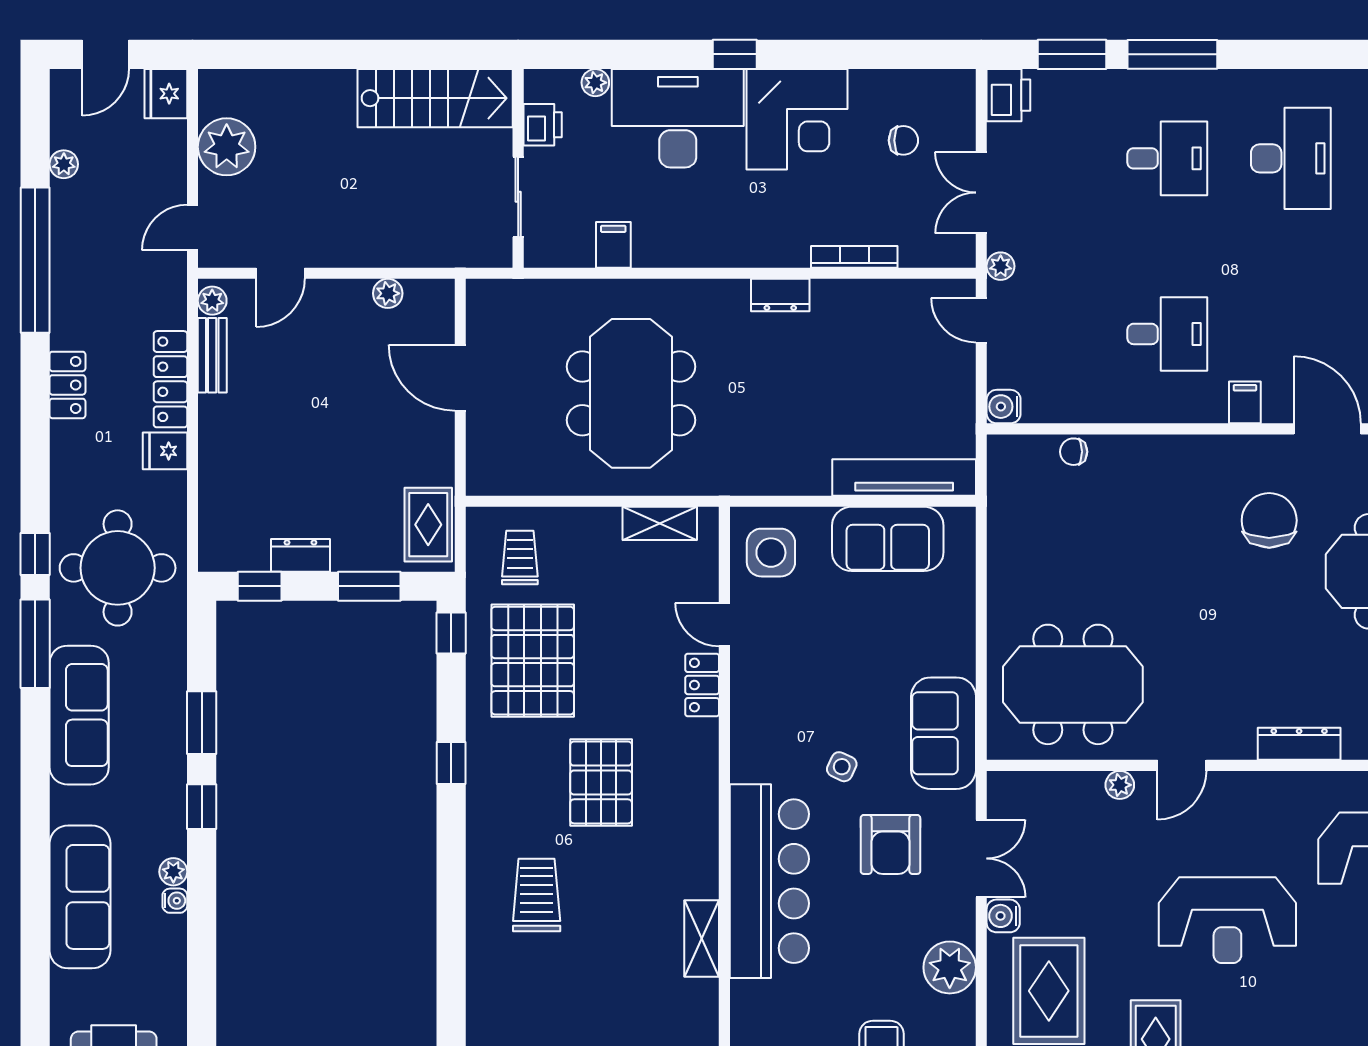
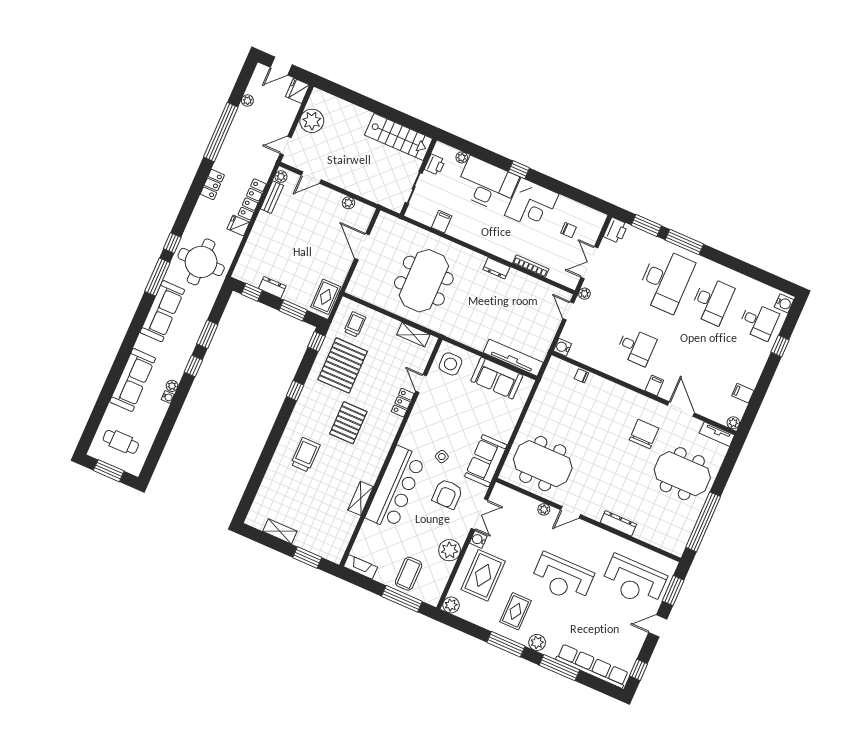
desk: (1167, 158) -> (665, 280), width x1.87, depth x1.30

